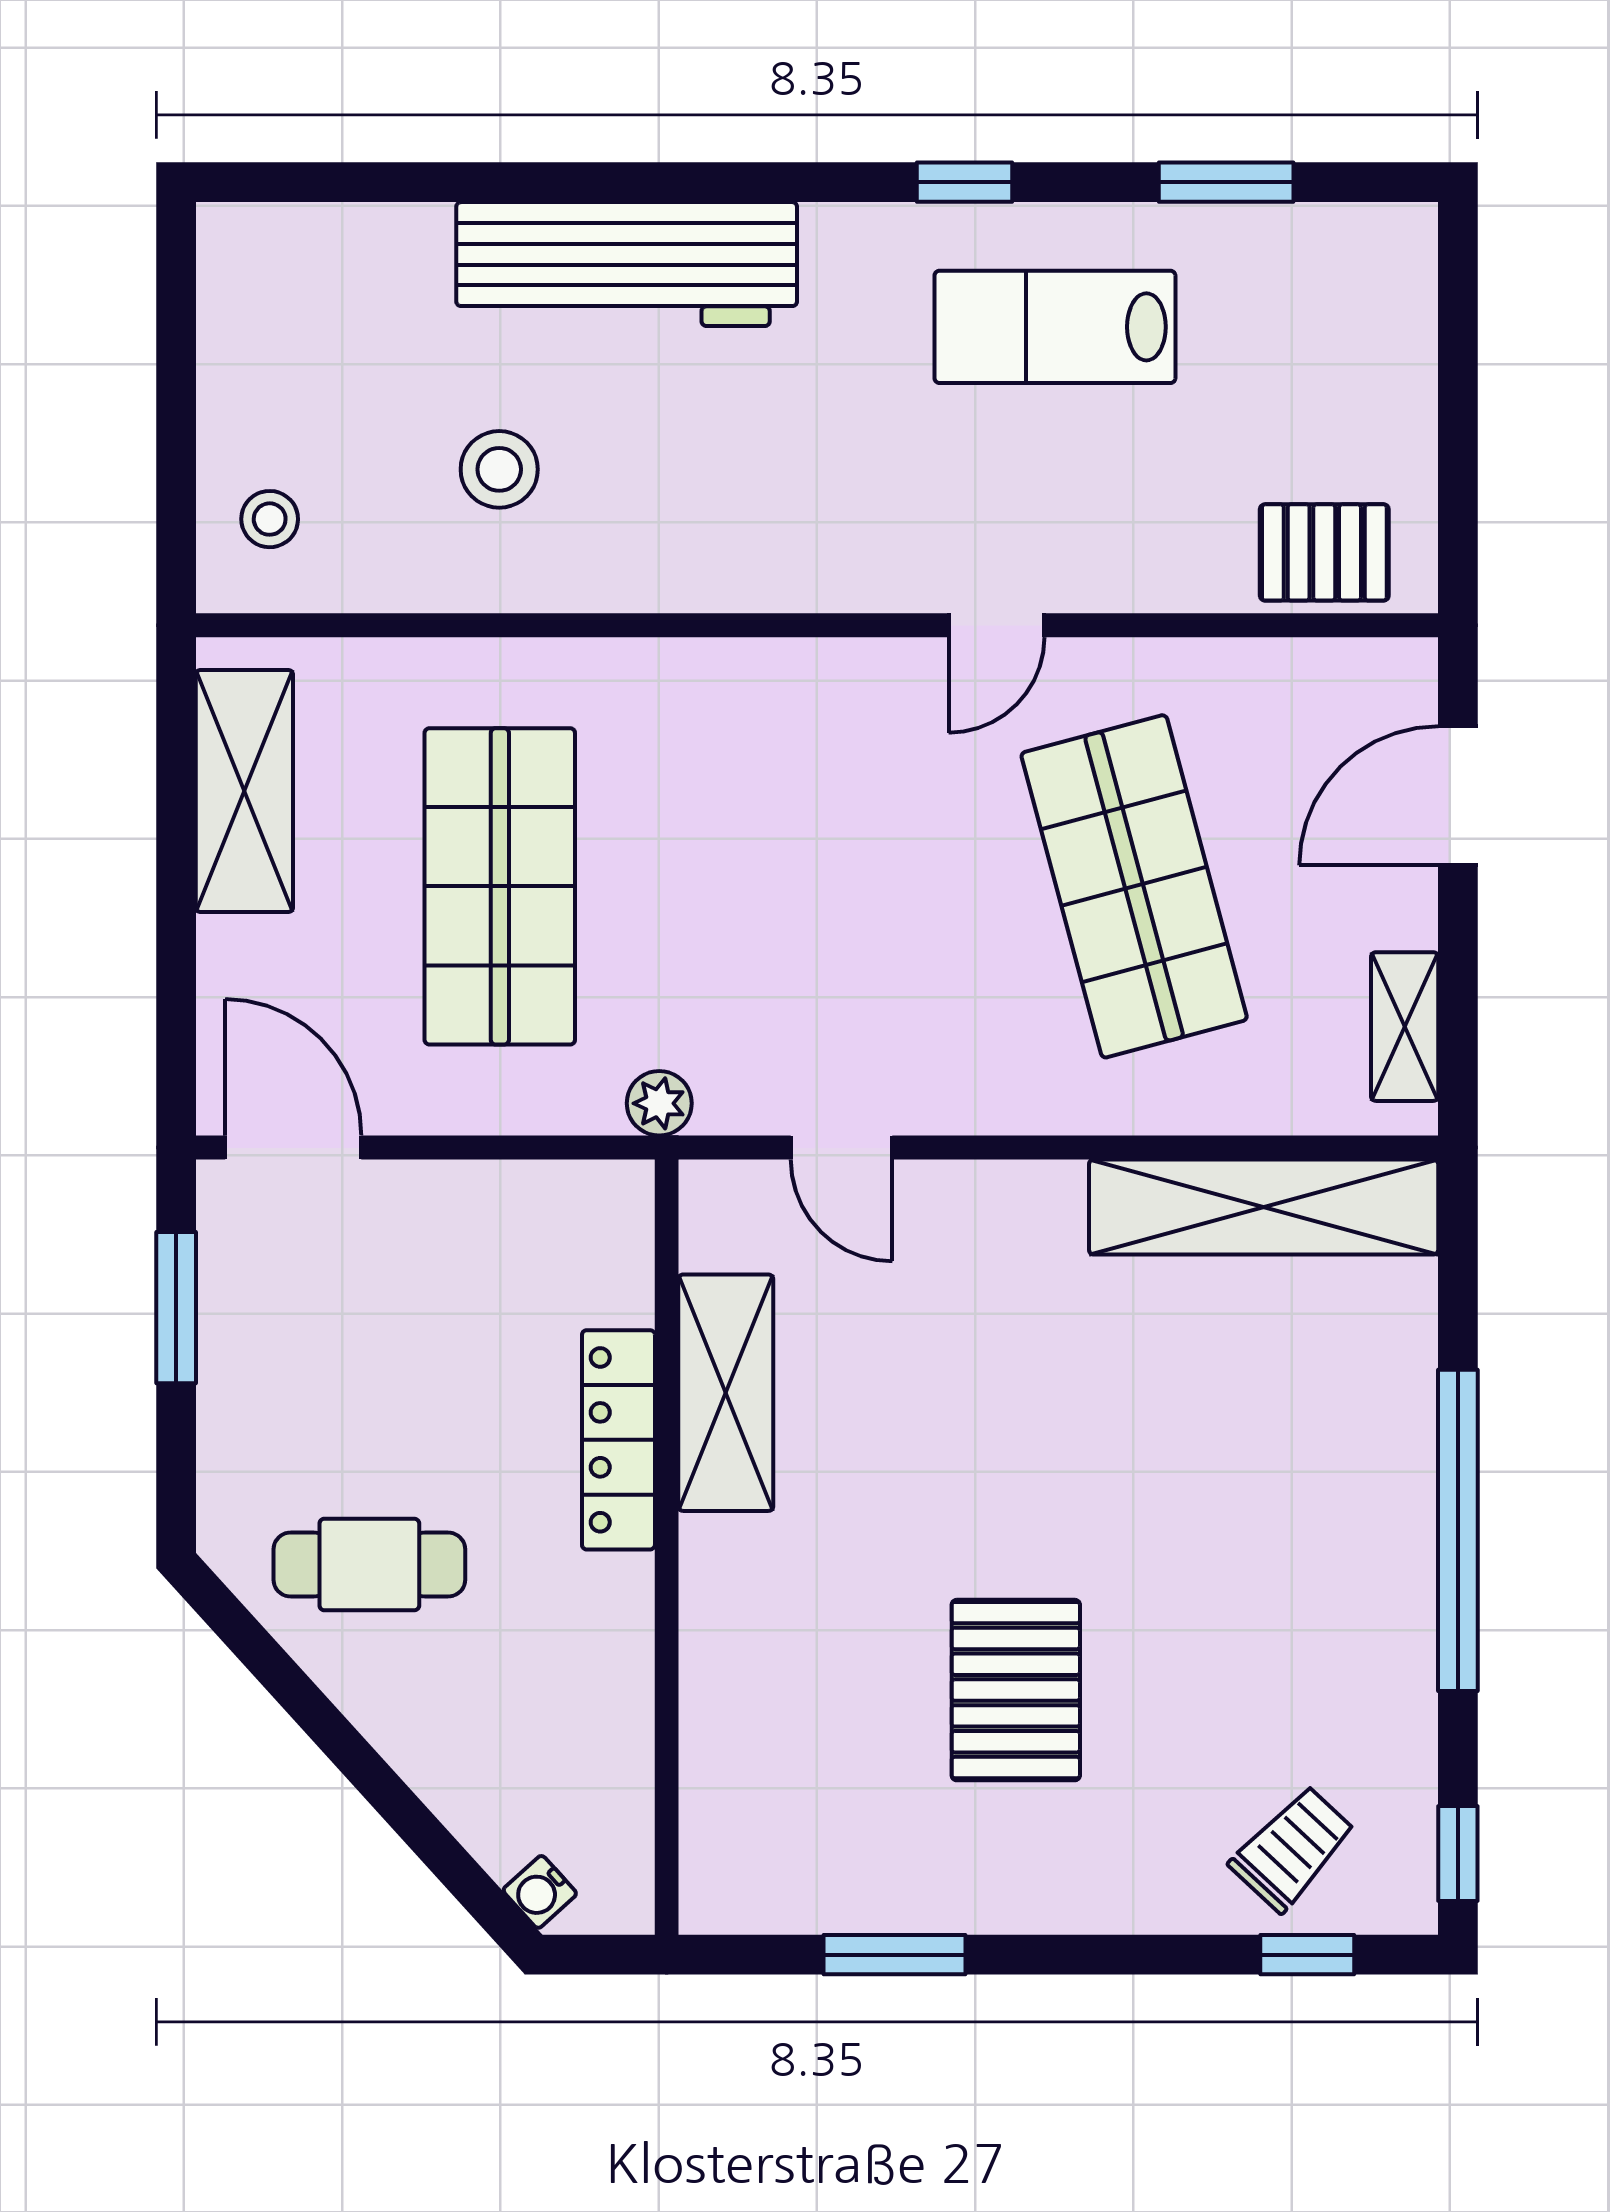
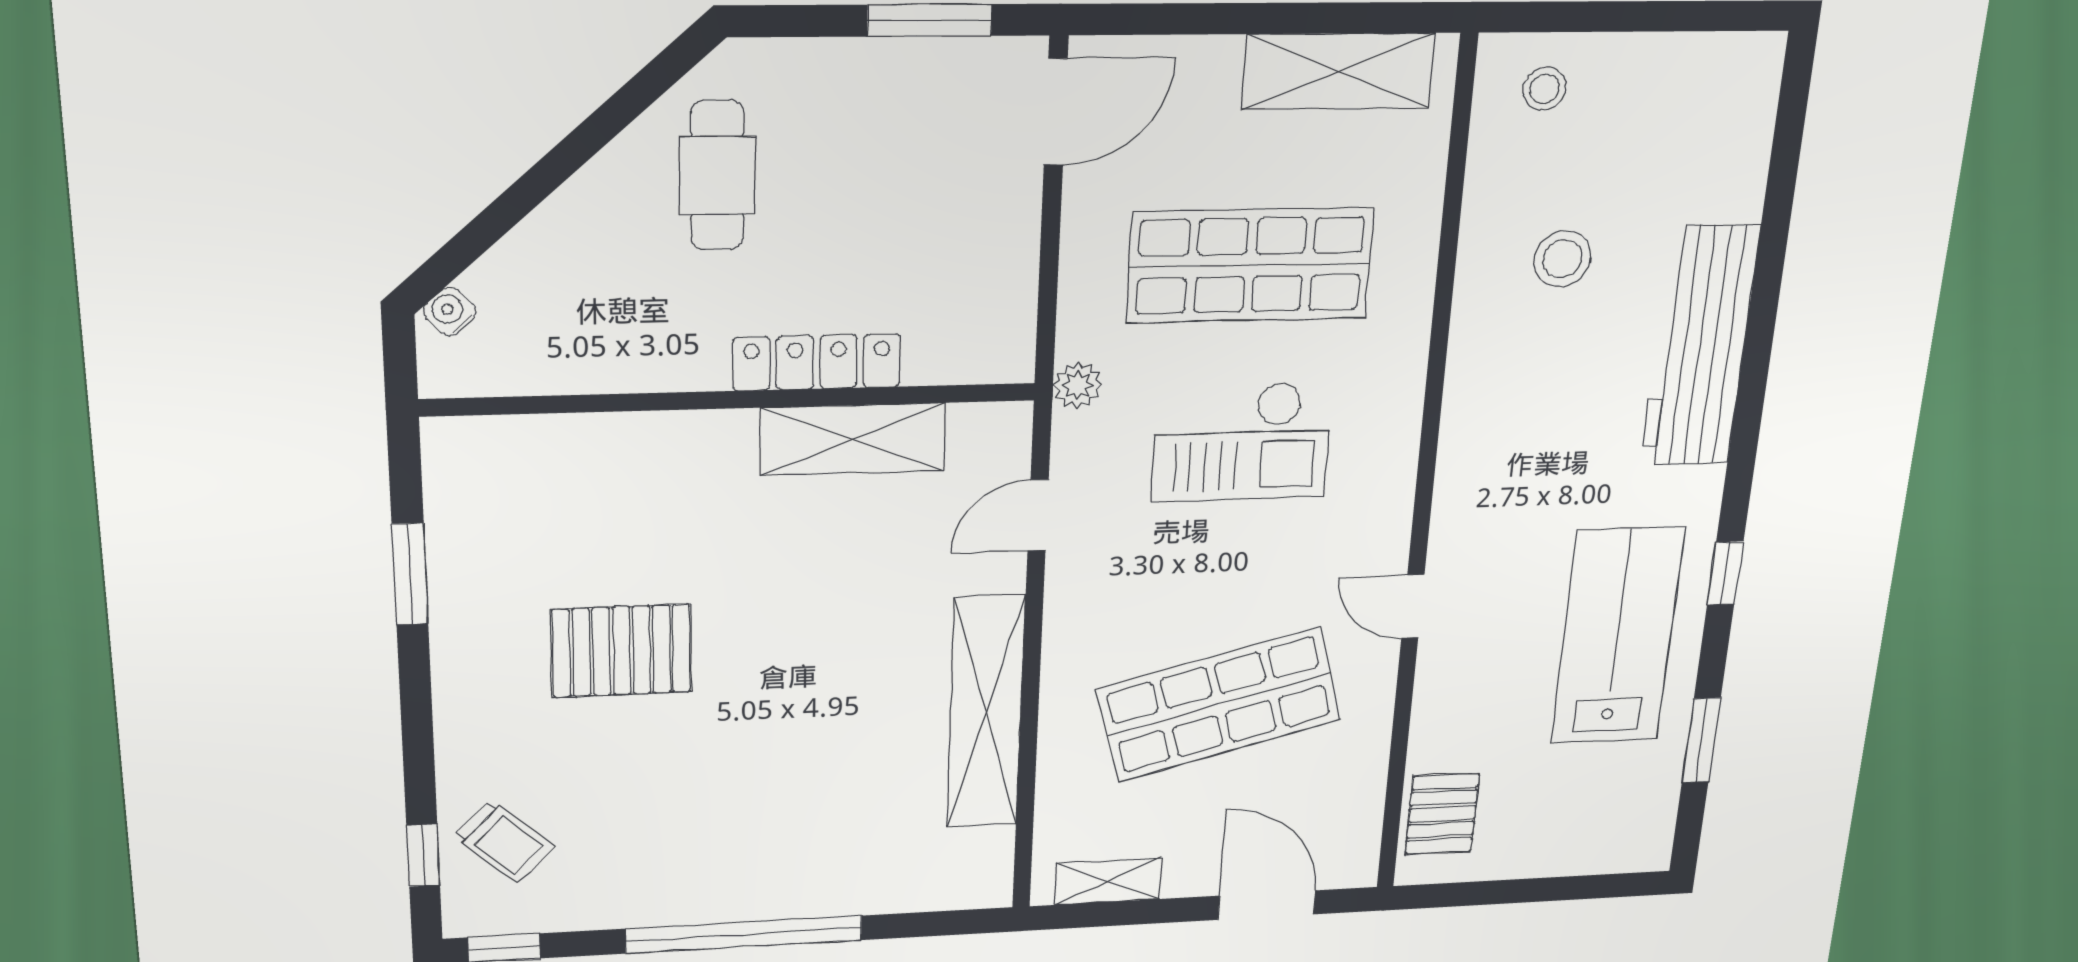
lab bench: (1055, 327) -> (1617, 636), width x1.36, depth x1.39
checkout: (745, 881) -> (1242, 442), added
shelving: (1264, 1207) -> (986, 713), moved

